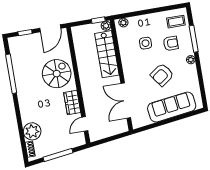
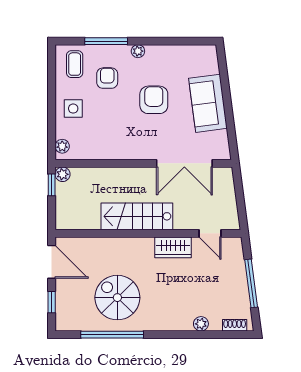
side table: (146, 43) -> (73, 109), moved
stairs: (107, 54) -> (137, 216), moved, turned 180
spiral stairs: (57, 74) -> (117, 298), moved
armchair: (162, 75) -> (154, 100), turned -144
sofa: (172, 107) -> (208, 103), width x0.73
plant: (32, 131) -> (201, 324), width x0.53, depth x0.53

